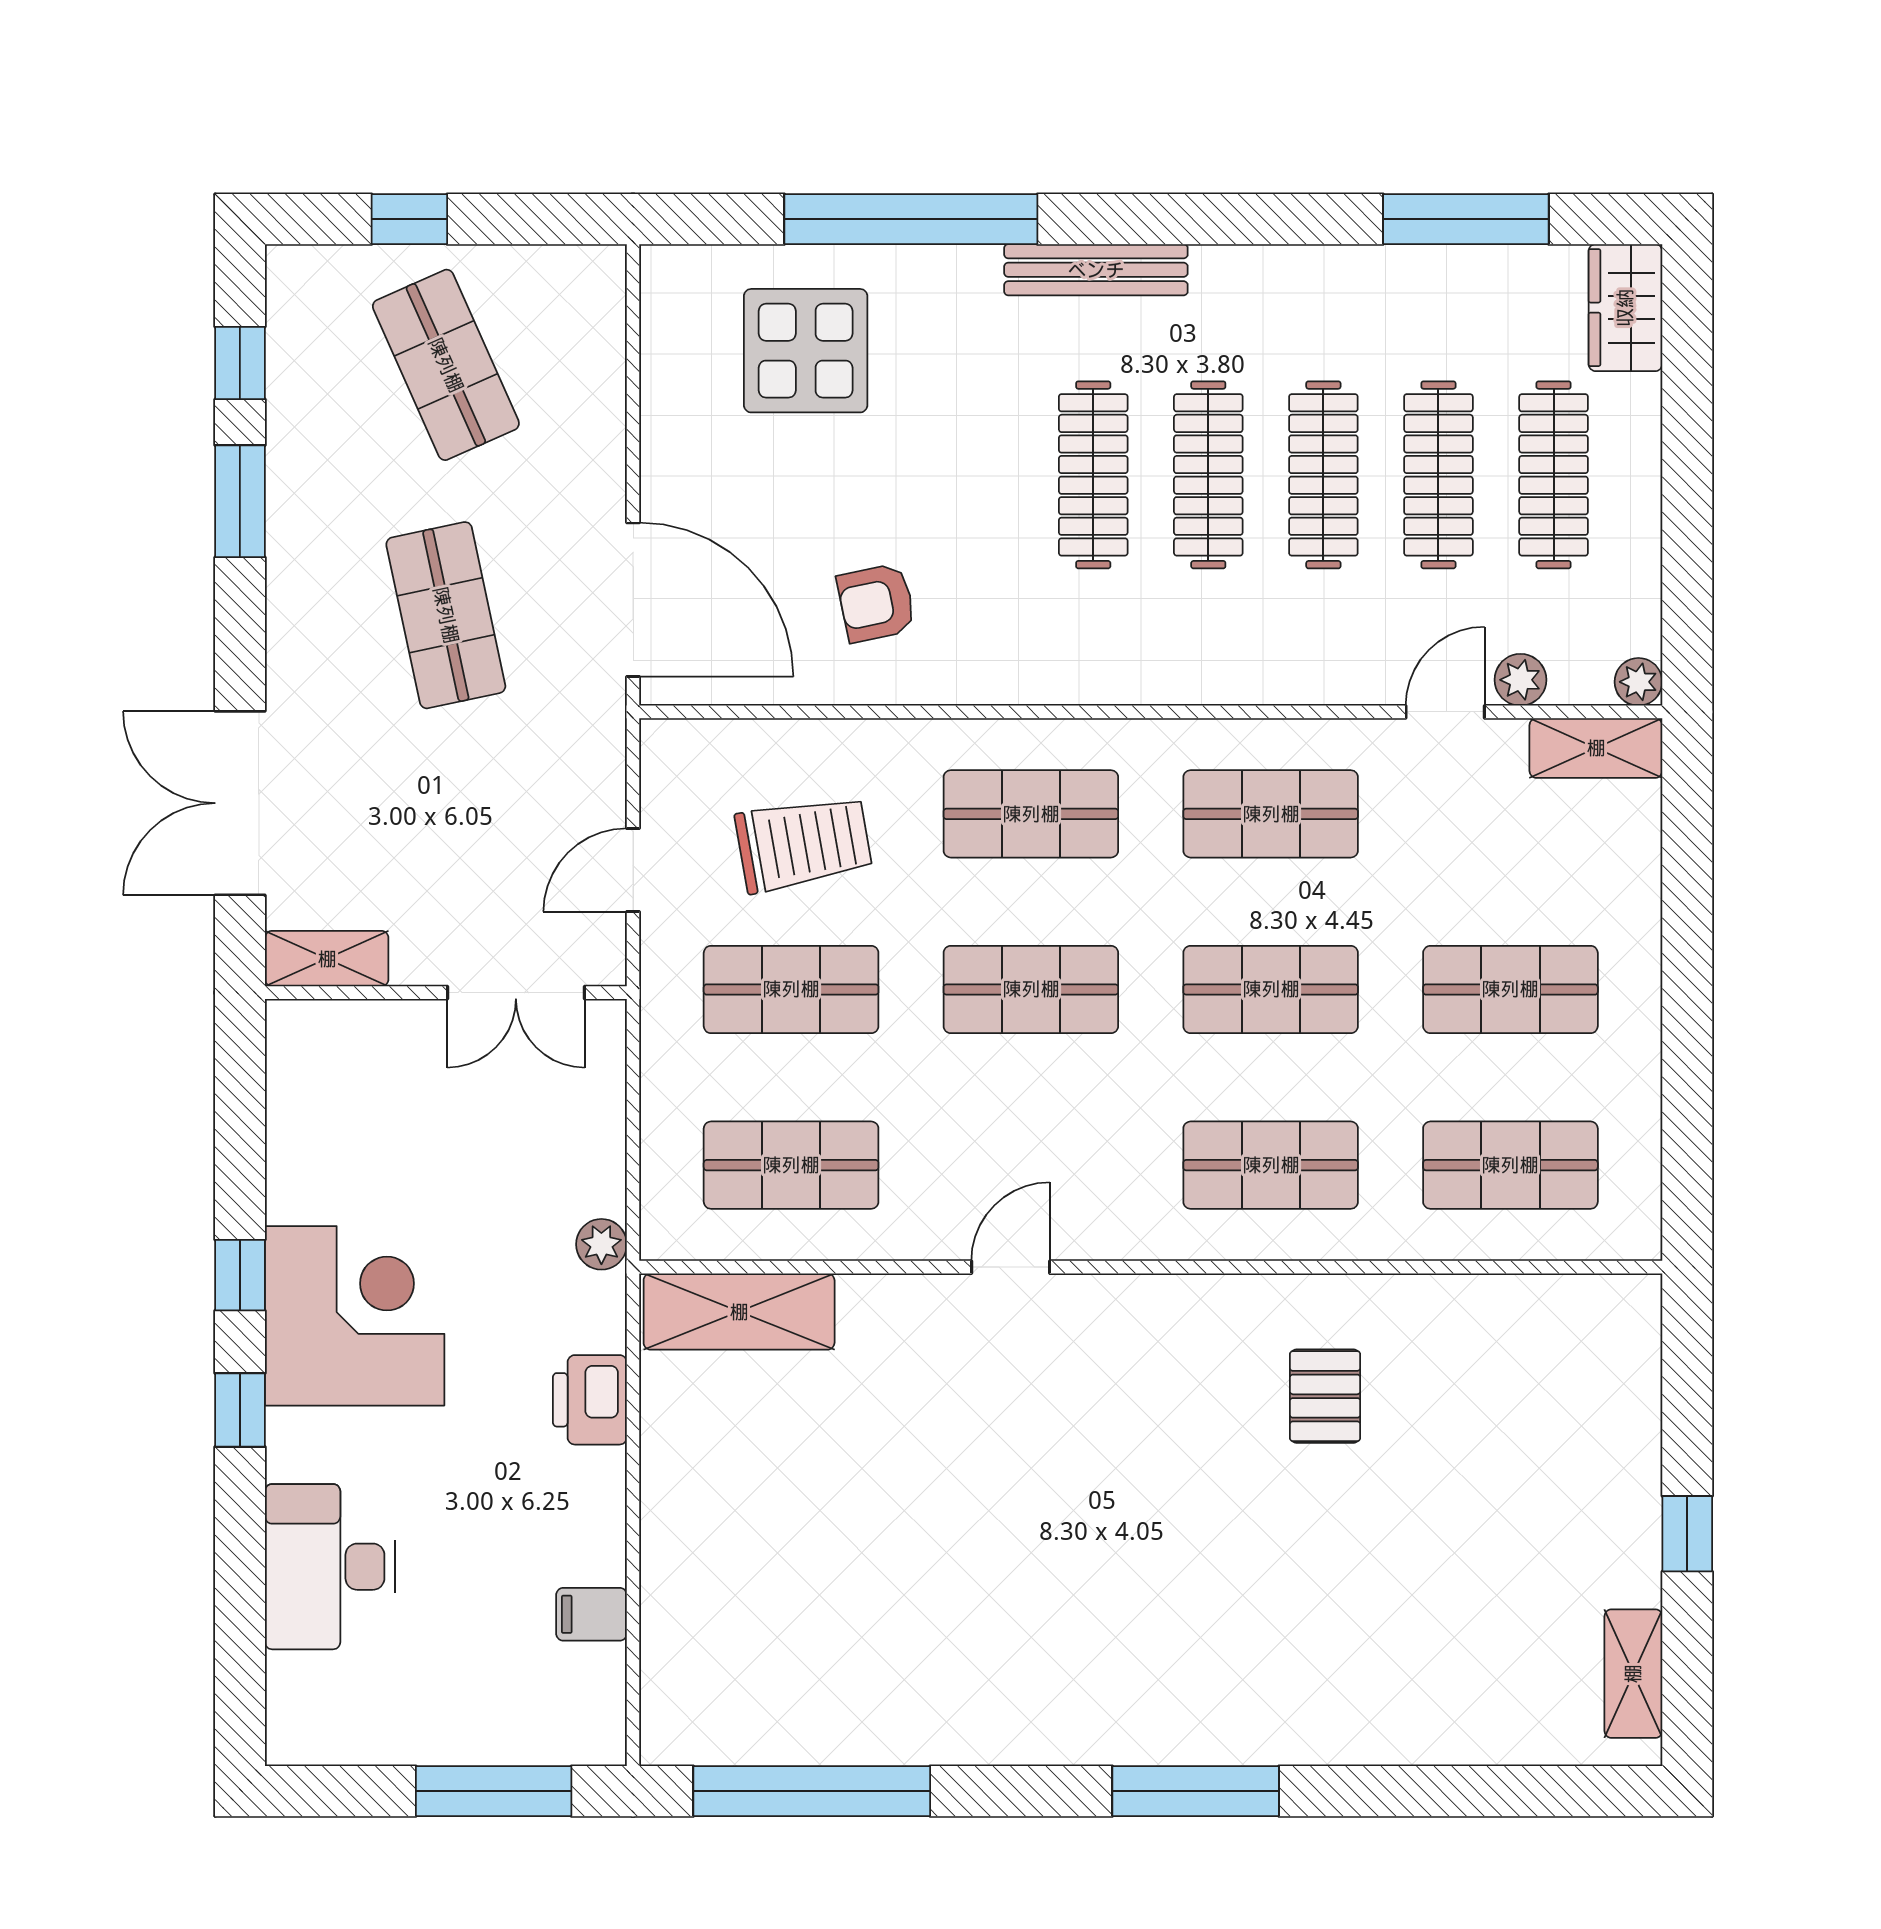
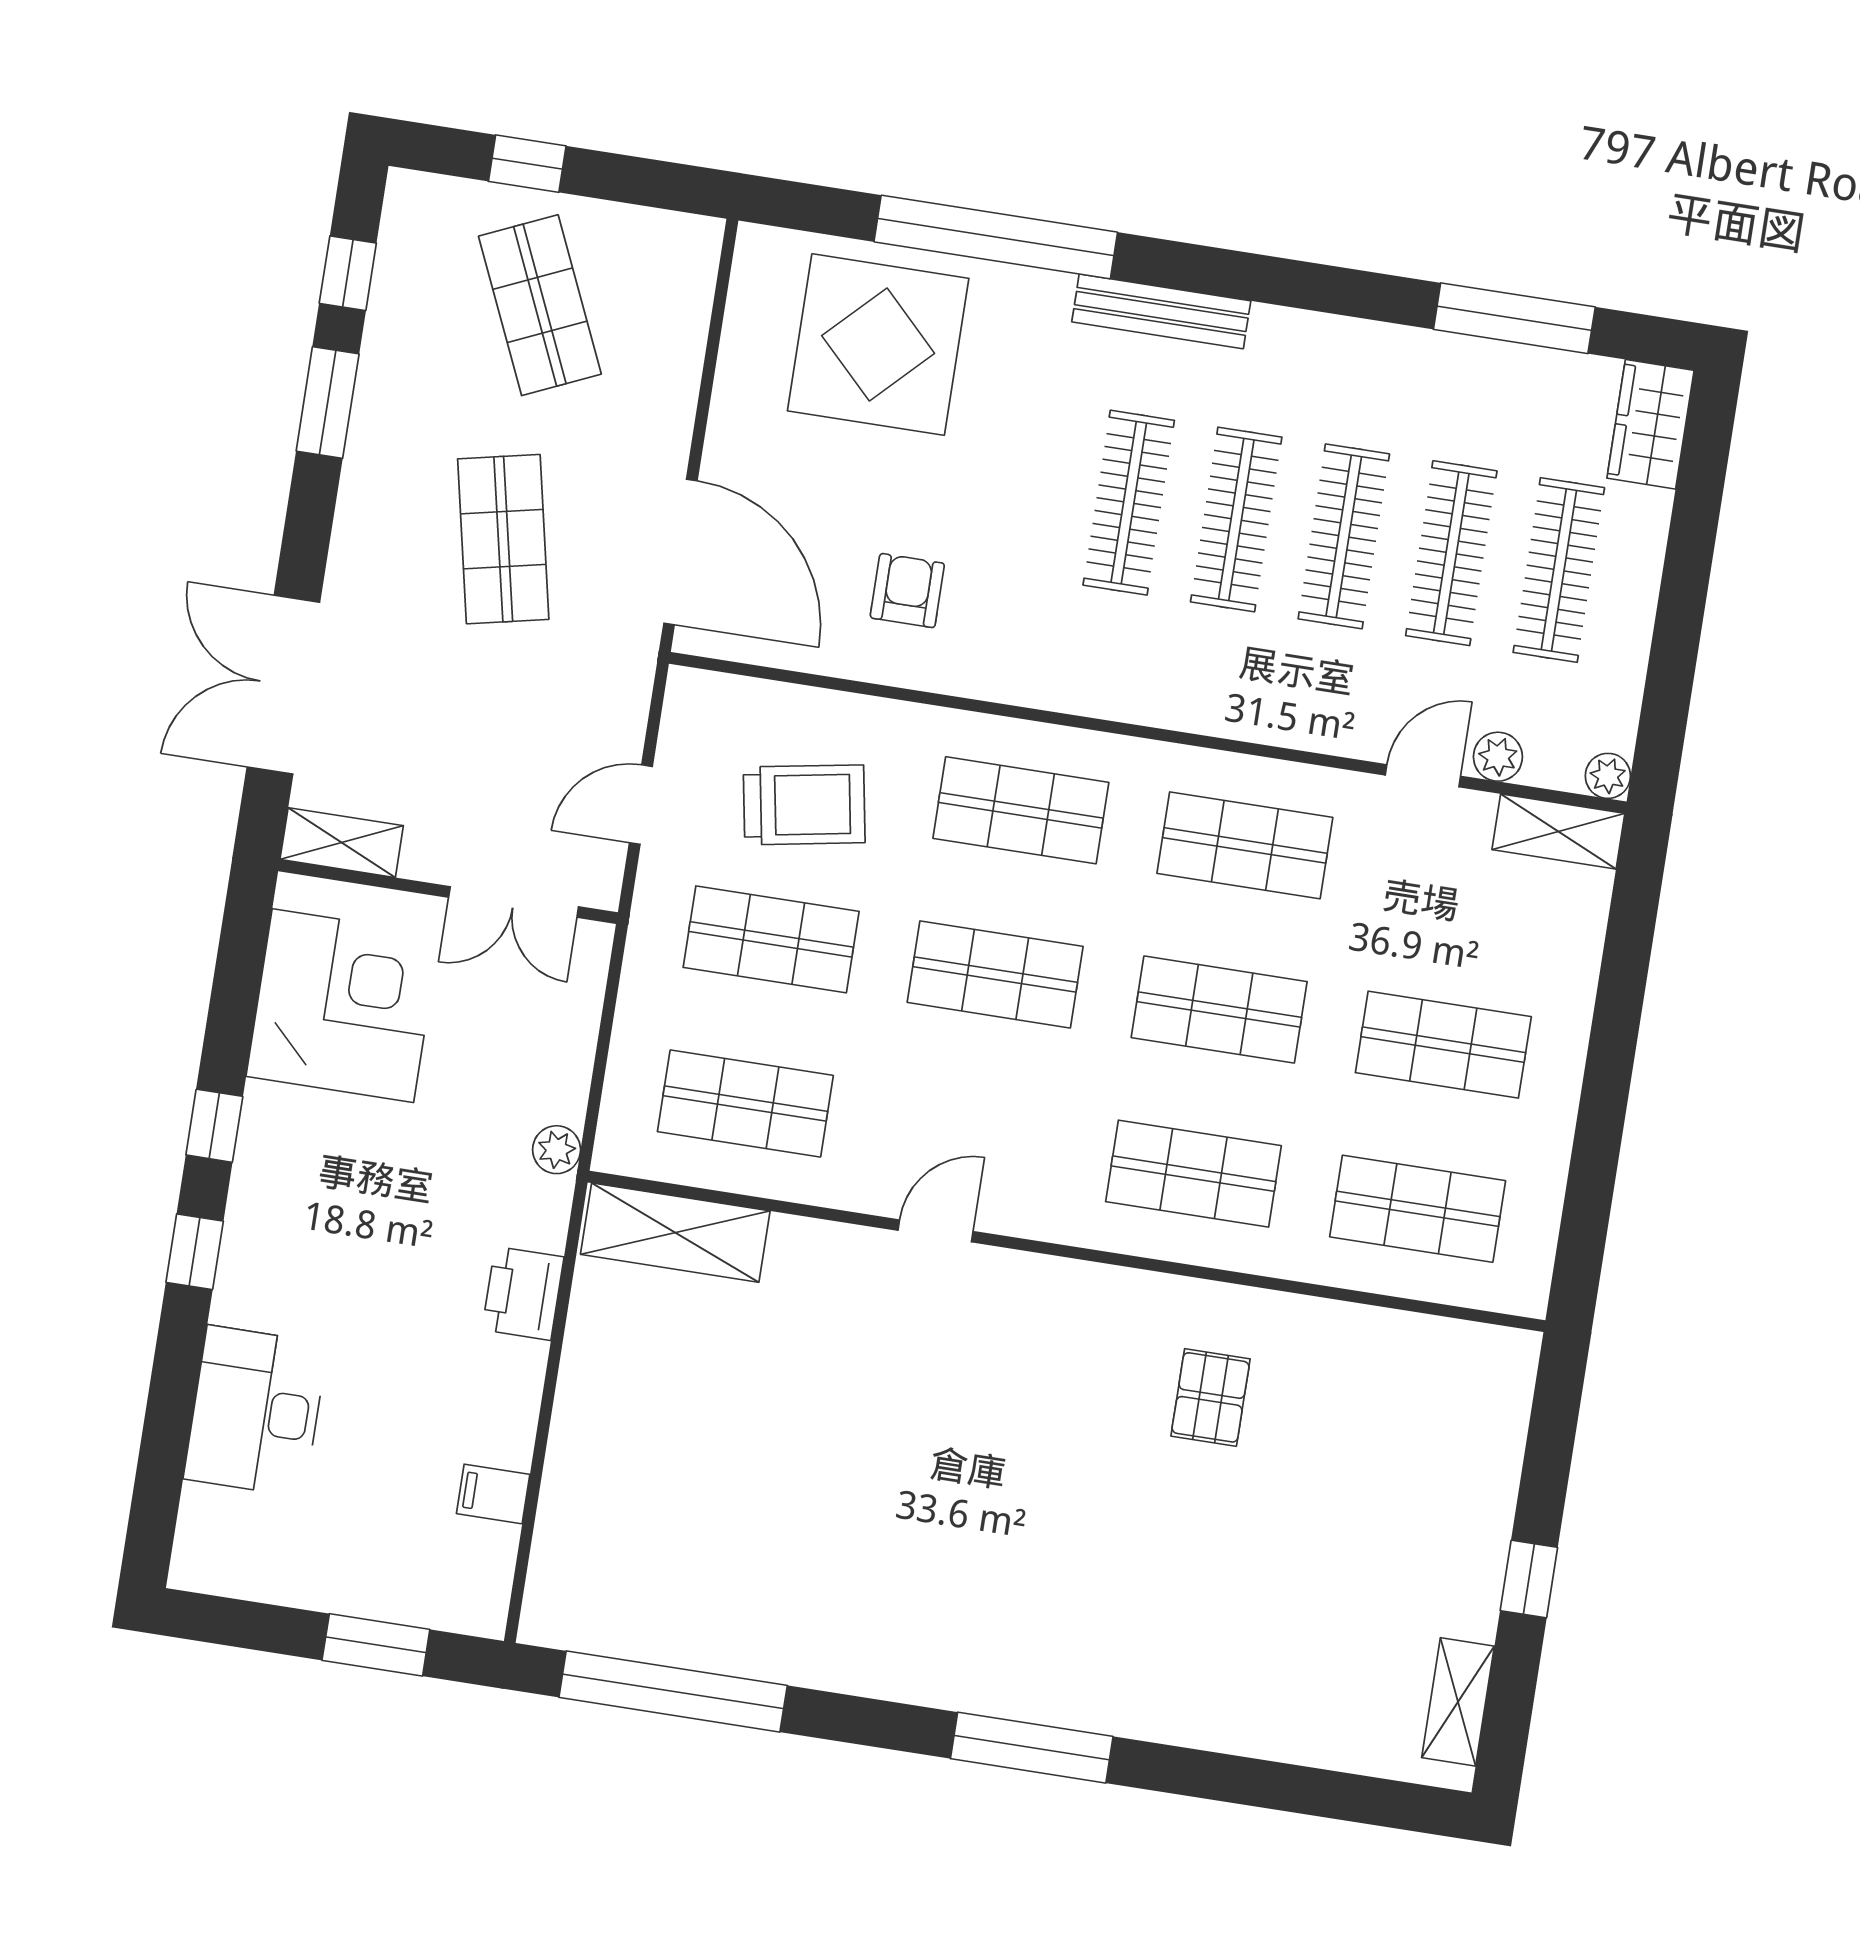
display table: (806, 351) -> (878, 345), width x1.36, depth x1.36
armchair: (876, 603) -> (907, 591), turned 102
corner desk: (355, 1316) -> (343, 1006), moved
window: (494, 1791) -> (376, 1645), width x0.69

